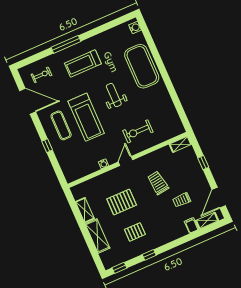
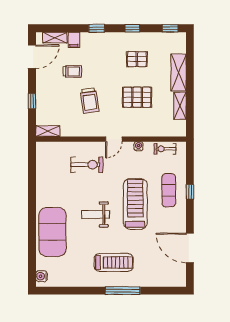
exercise bike: (41, 75) -> (165, 149), moved
weight bench: (114, 95) -> (95, 214), turned 90
exercise mat: (61, 125) -> (169, 190), moved
window: (177, 242) -> (97, 28), added

